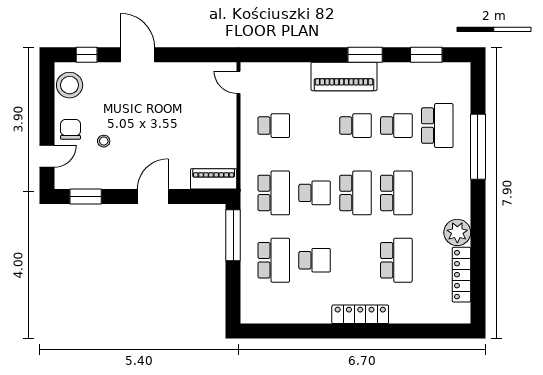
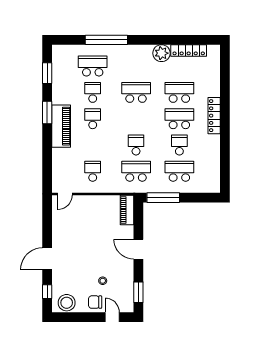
school desk: (355, 193) -> (179, 119), moved

